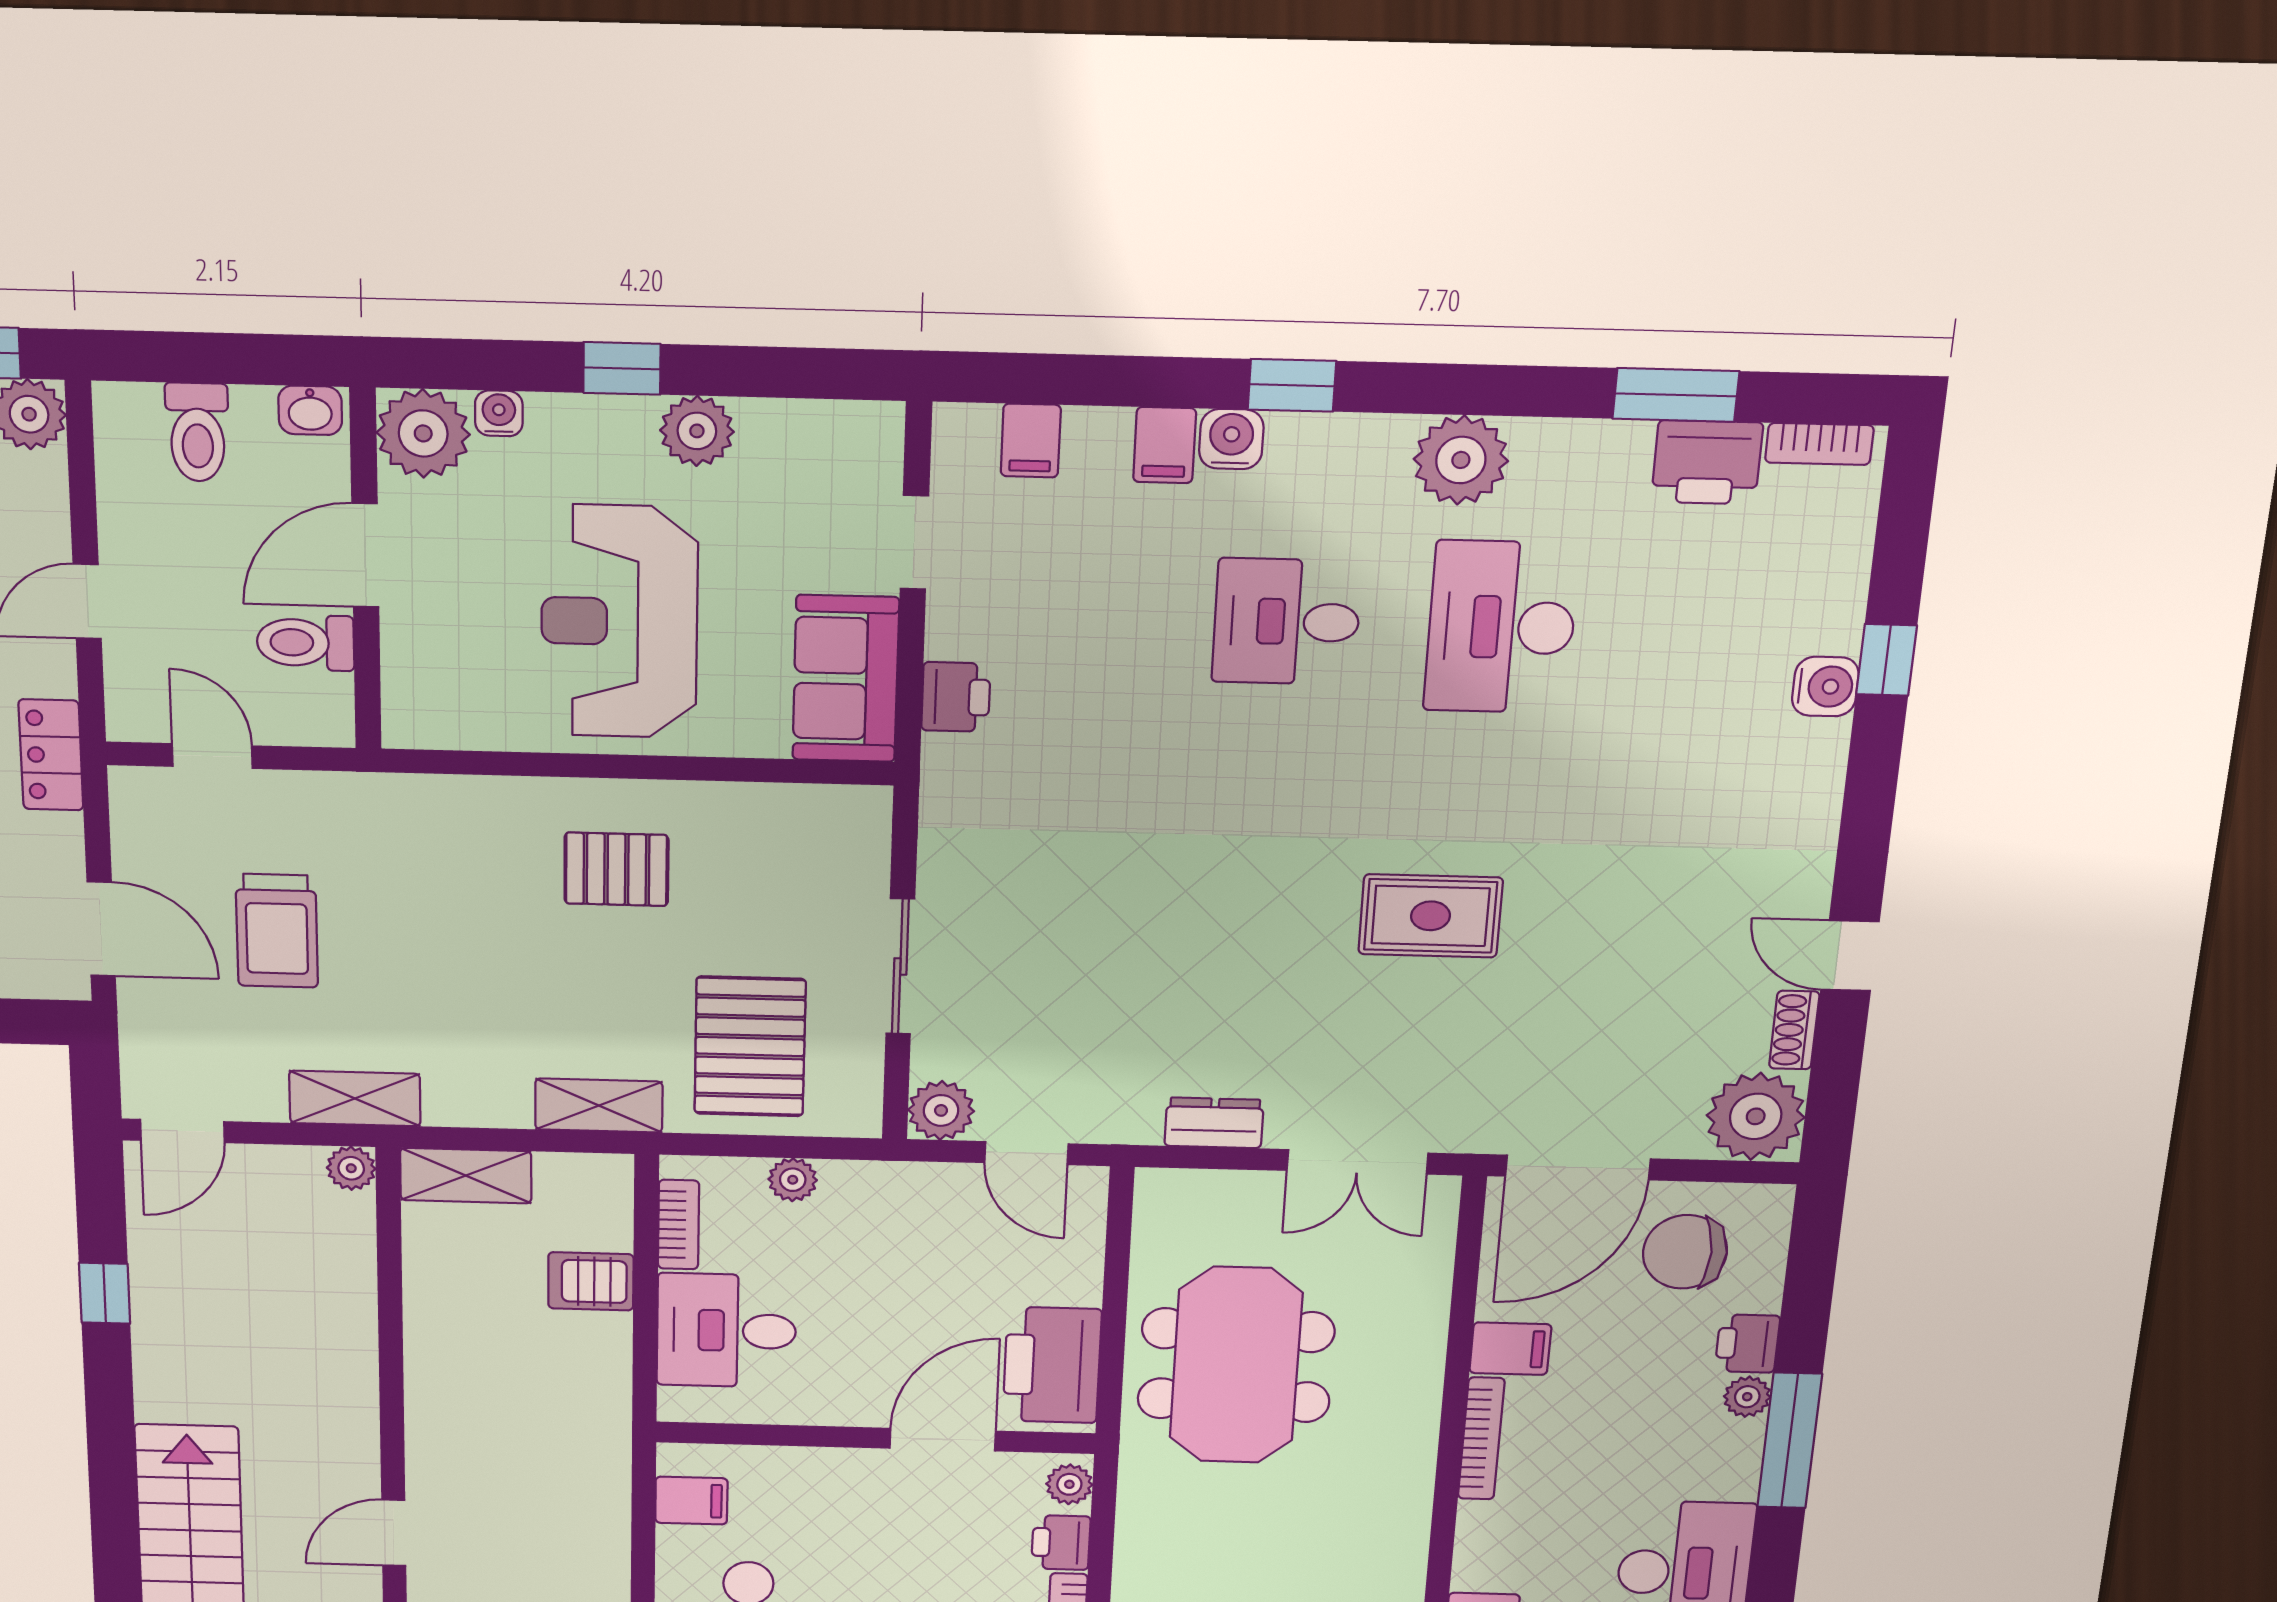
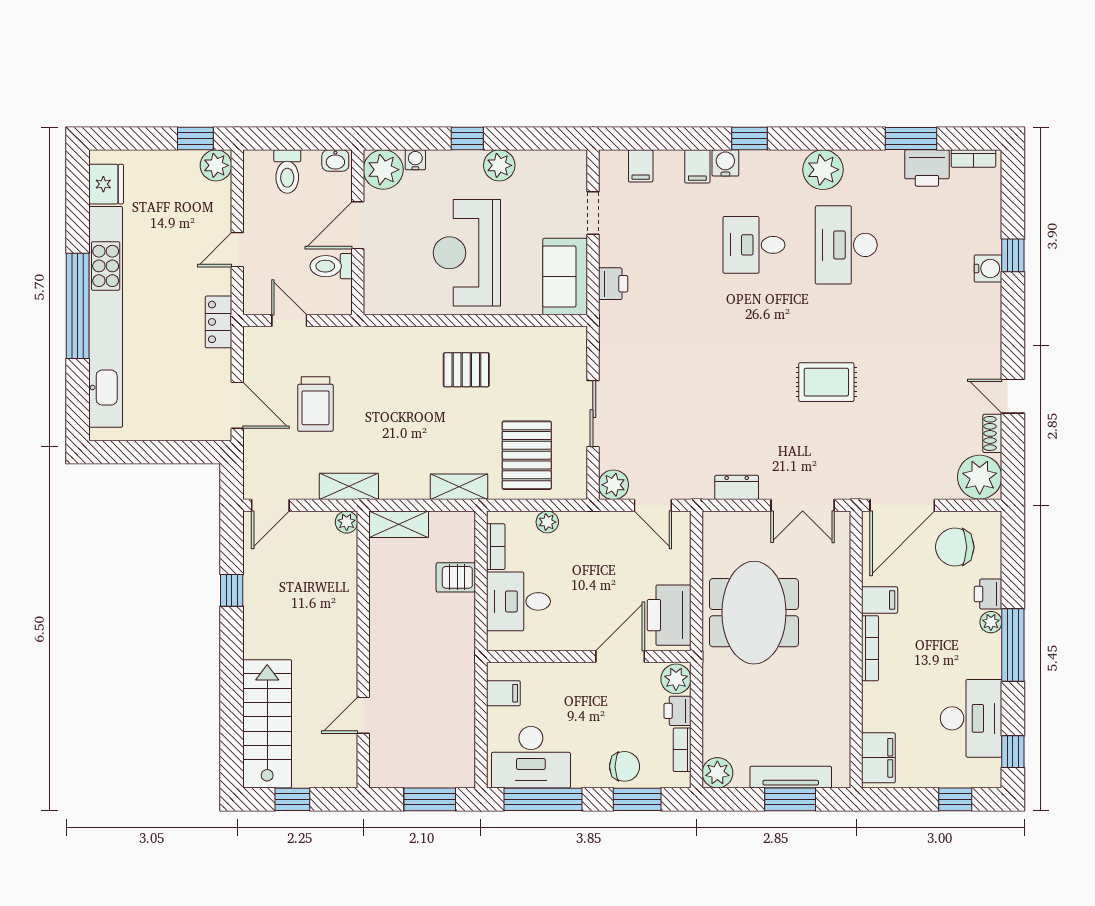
plant: (1069, 1484) -> (676, 679), width x1.38, depth x1.38

